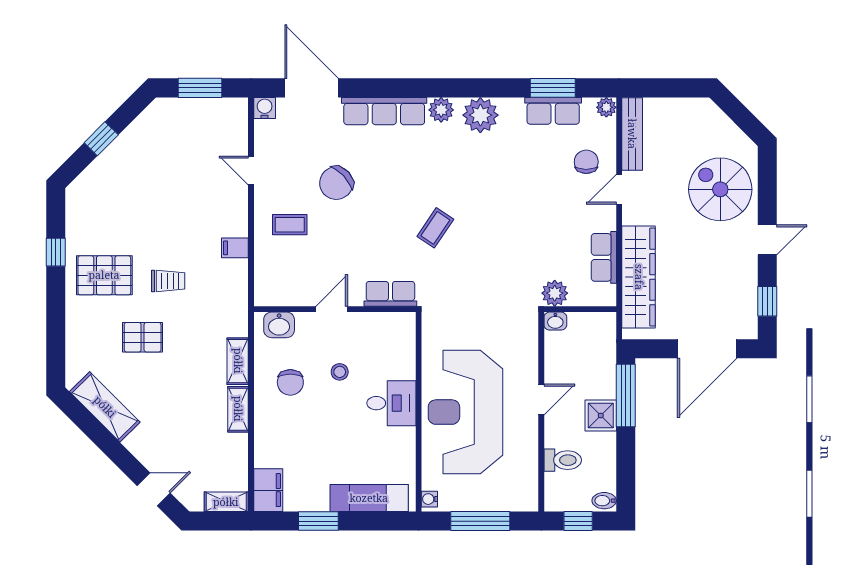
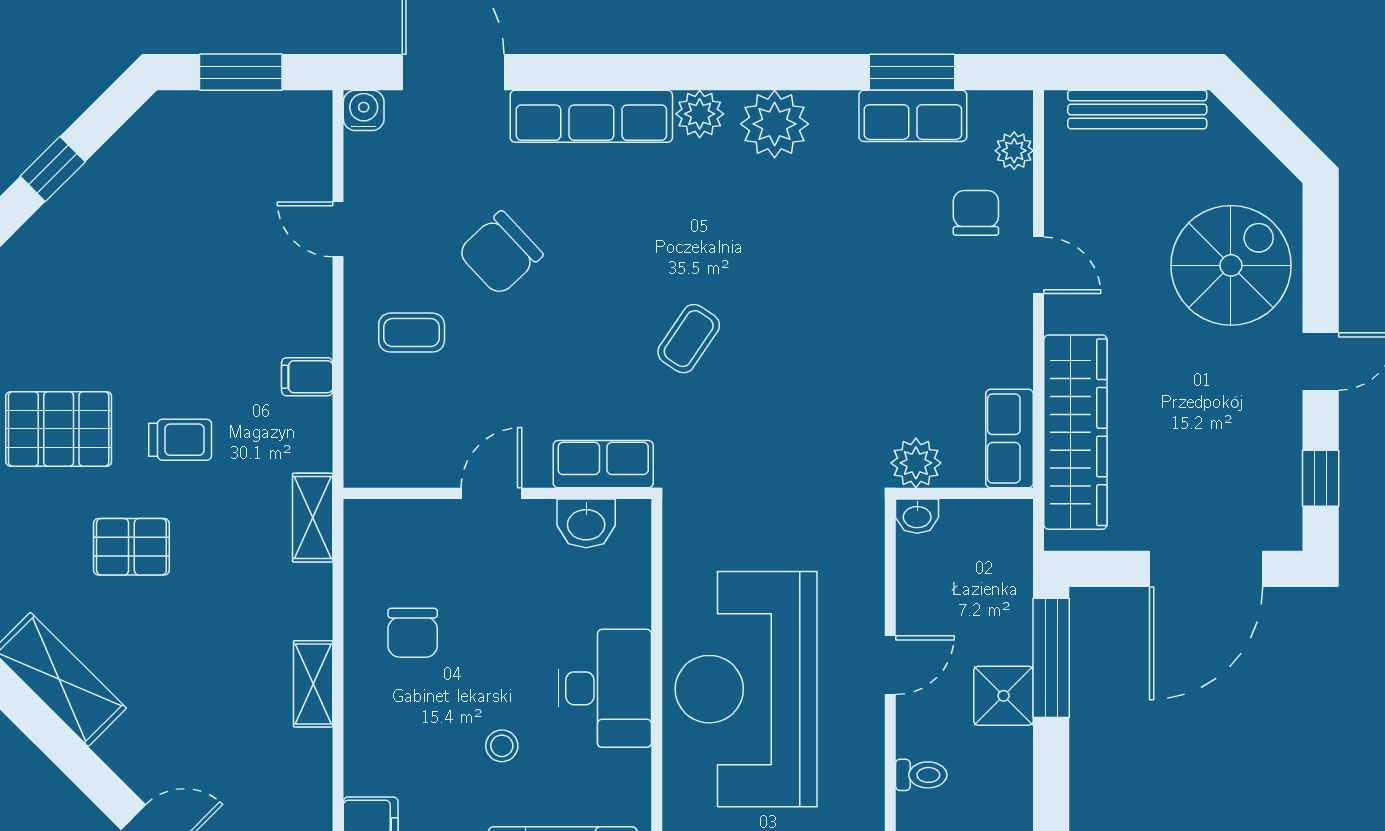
plant: (606, 107) -> (1014, 151), moved
bench: (632, 134) -> (1137, 110), moved, turned 90
door: (619, 189) -> (1039, 265), swing flipped
spiral stairs: (720, 189) -> (1231, 265), turned 90
row of seats: (604, 257) -> (1009, 439), moved
washbasin: (279, 325) -> (586, 523), moved
shelving: (238, 361) -> (313, 518), moved
stool: (340, 372) -> (502, 746), moved
desk: (391, 403) -> (605, 688), width x1.37
toilet: (563, 460) -> (921, 775), width x0.73, depth x0.72

